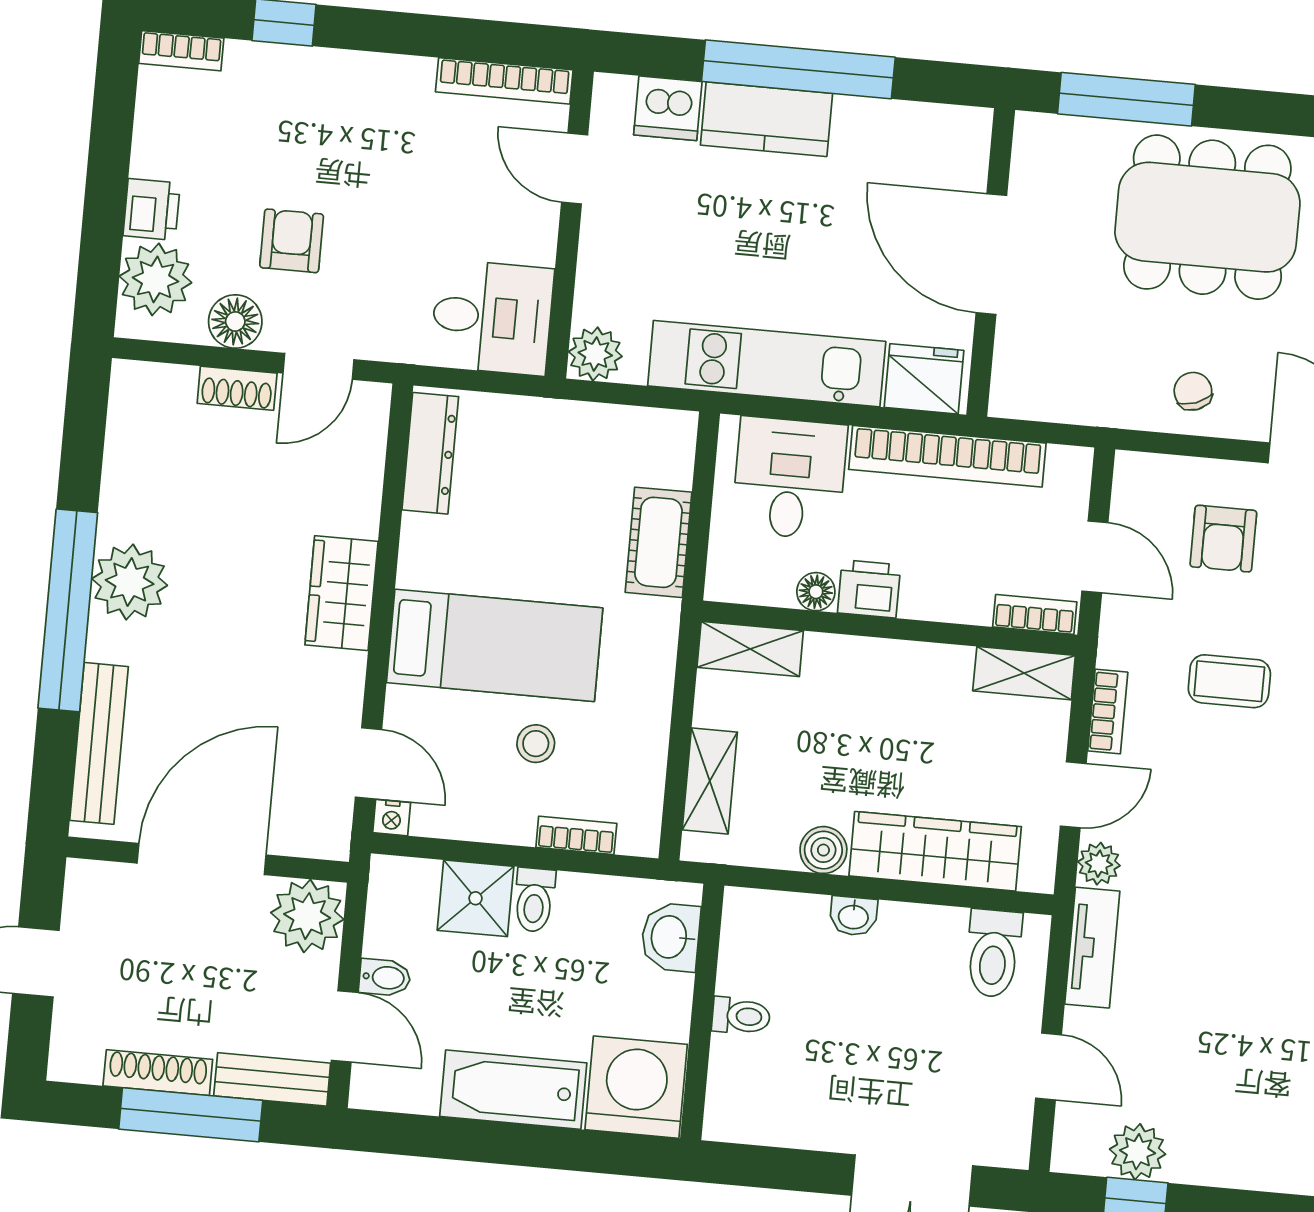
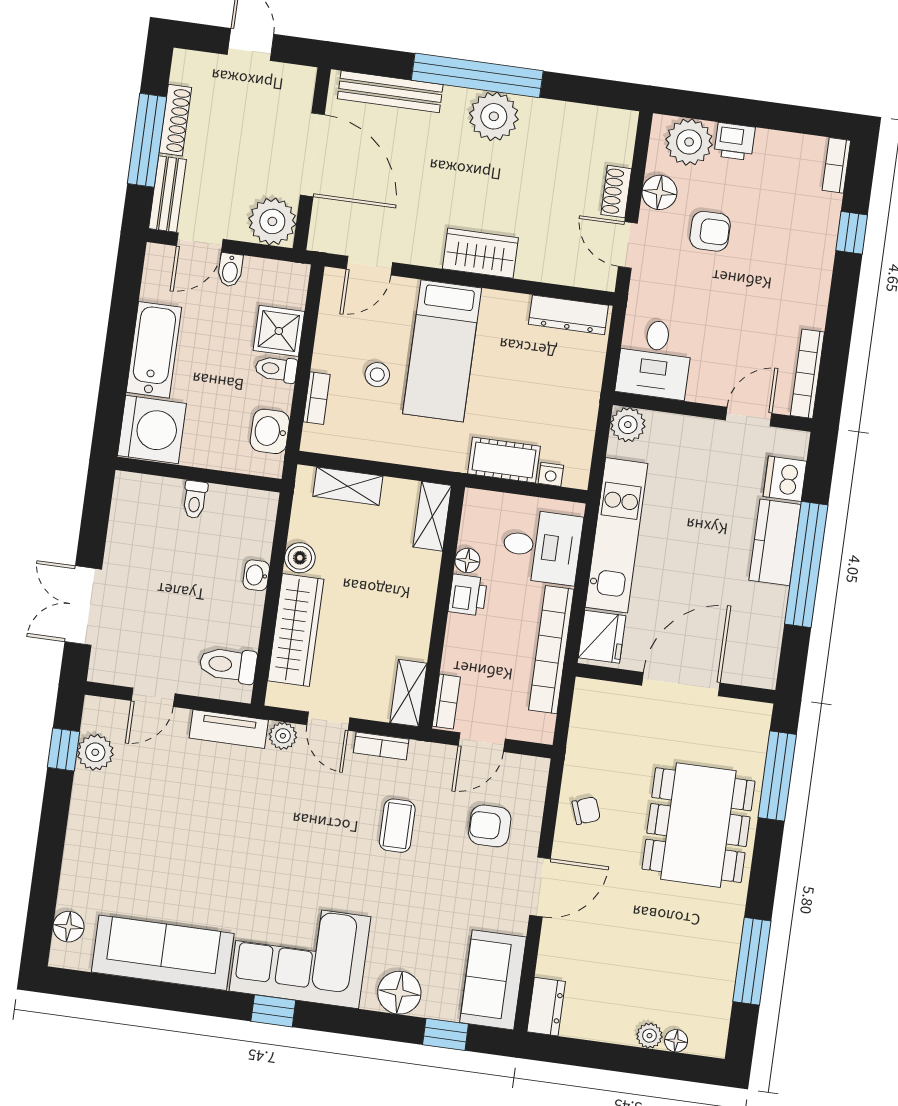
nightstand: (392, 818) -> (551, 474), moved, turned -90
washbasin: (671, 937) -> (270, 431), moved, turned -90

